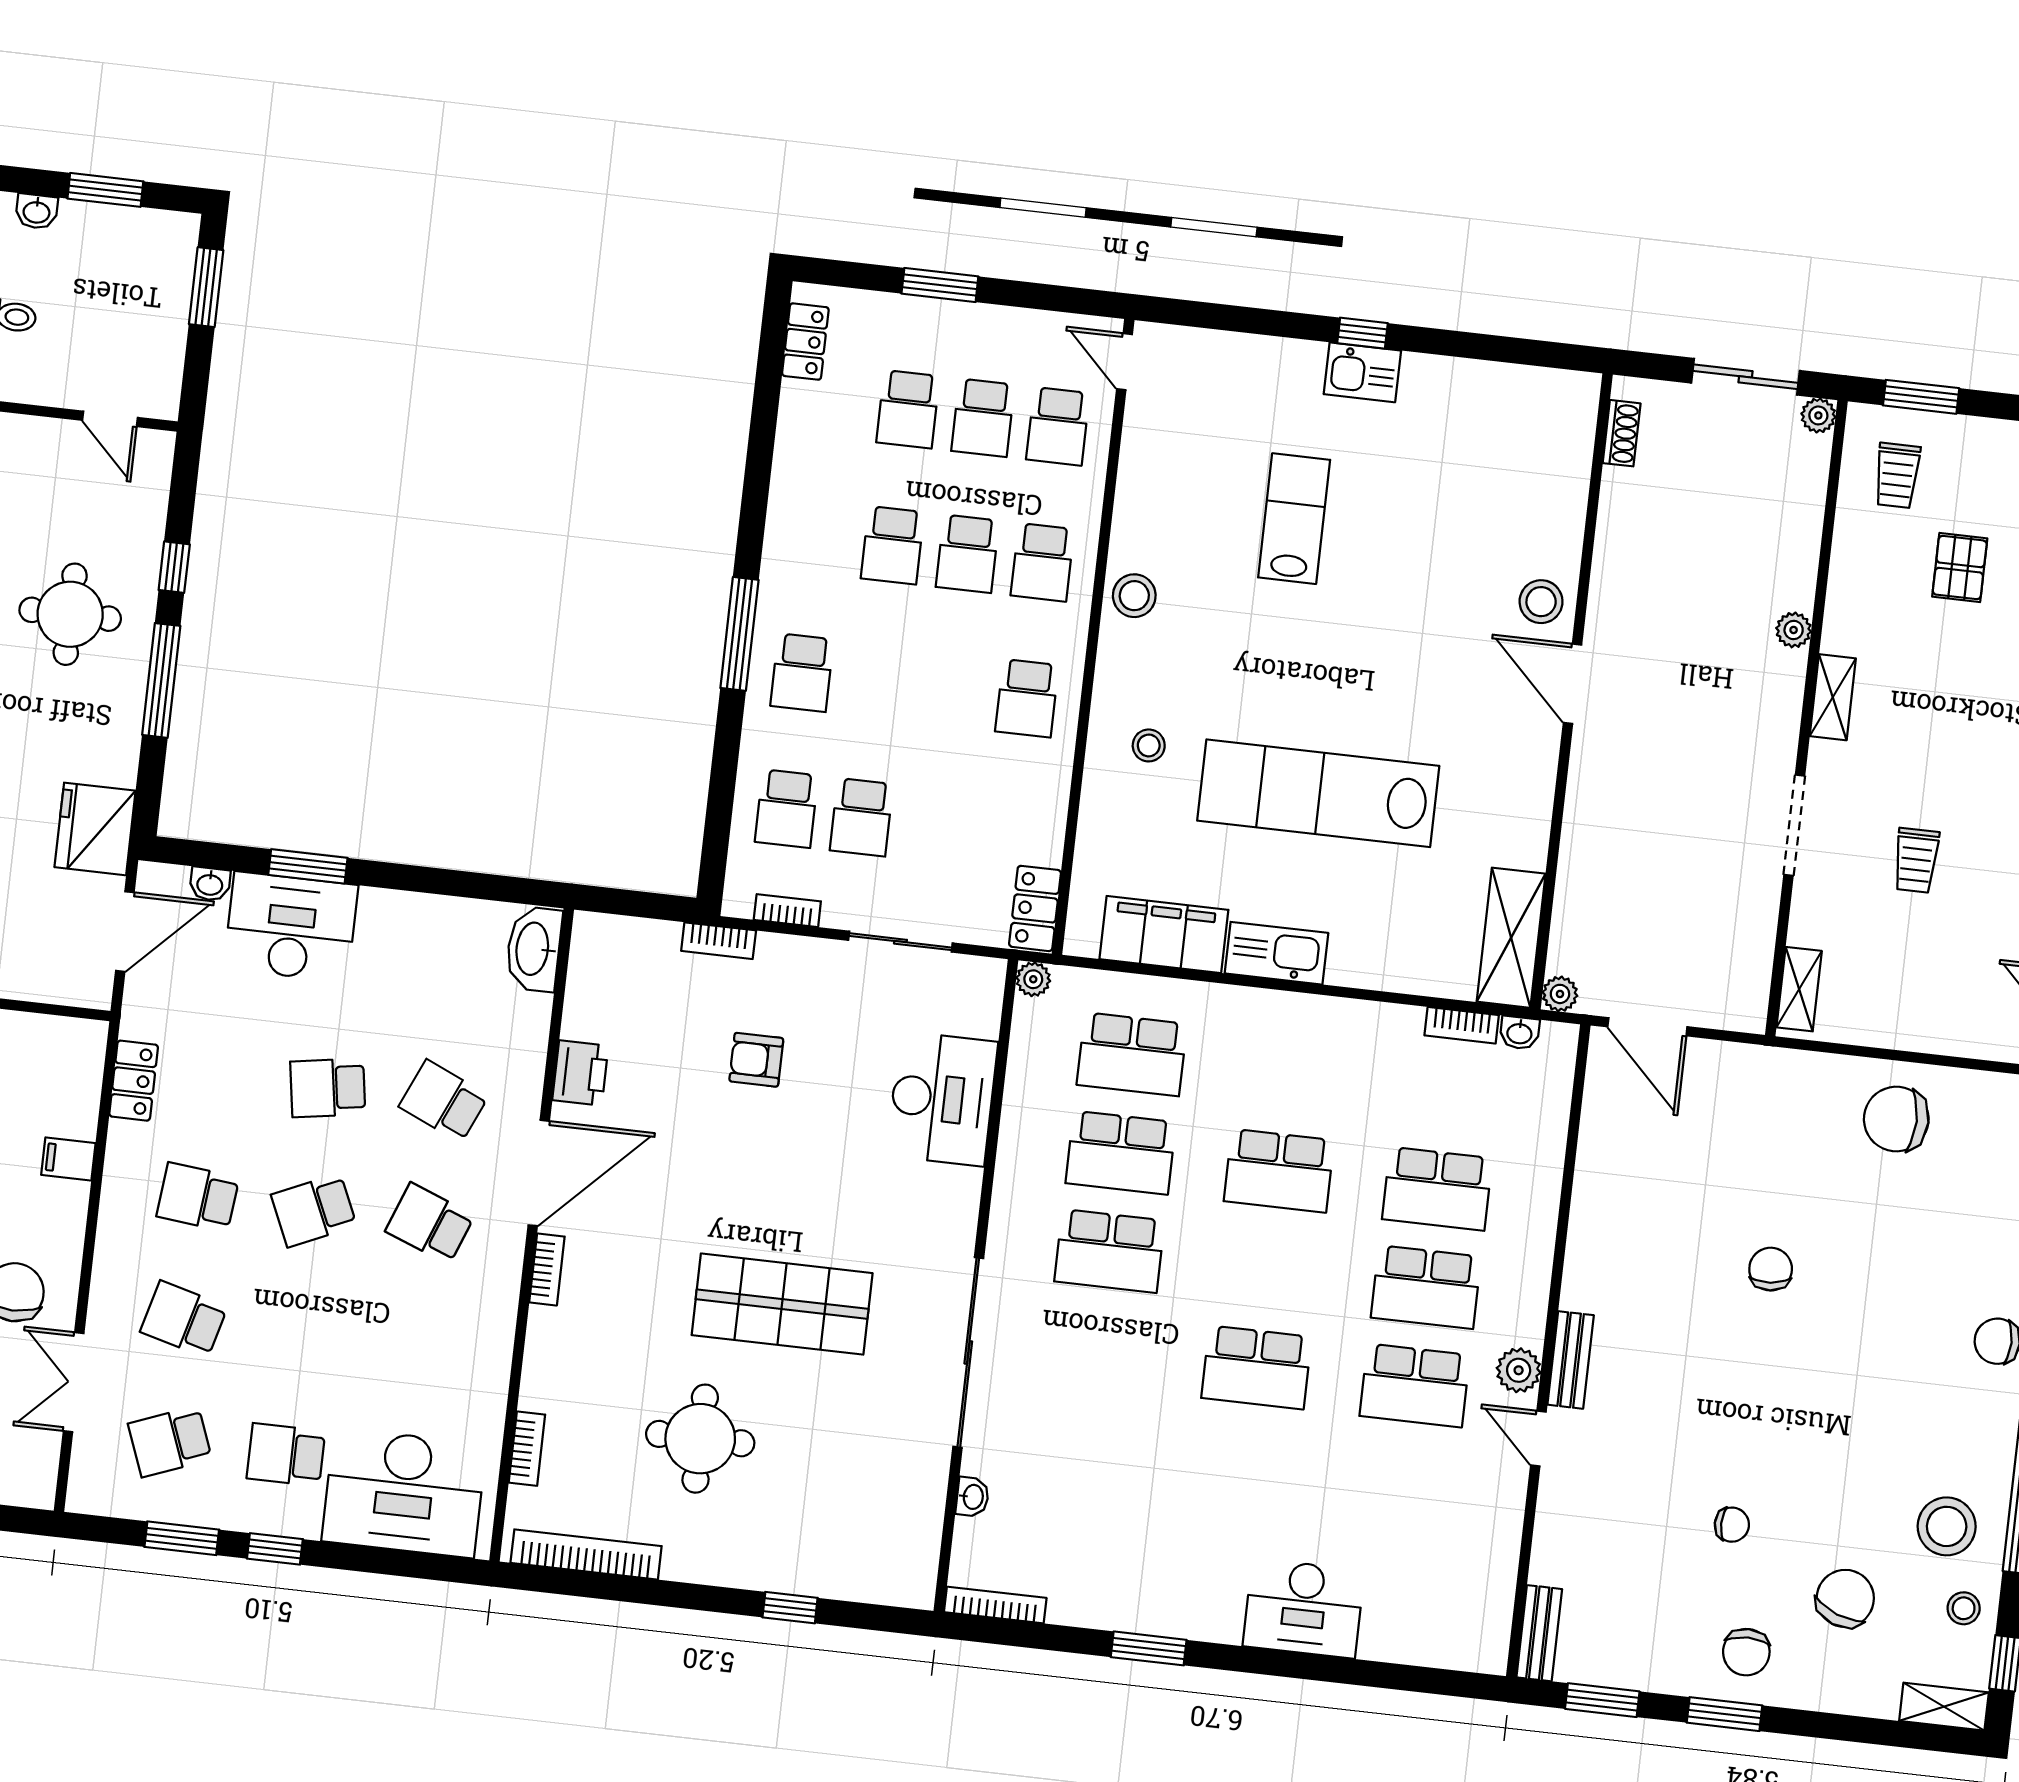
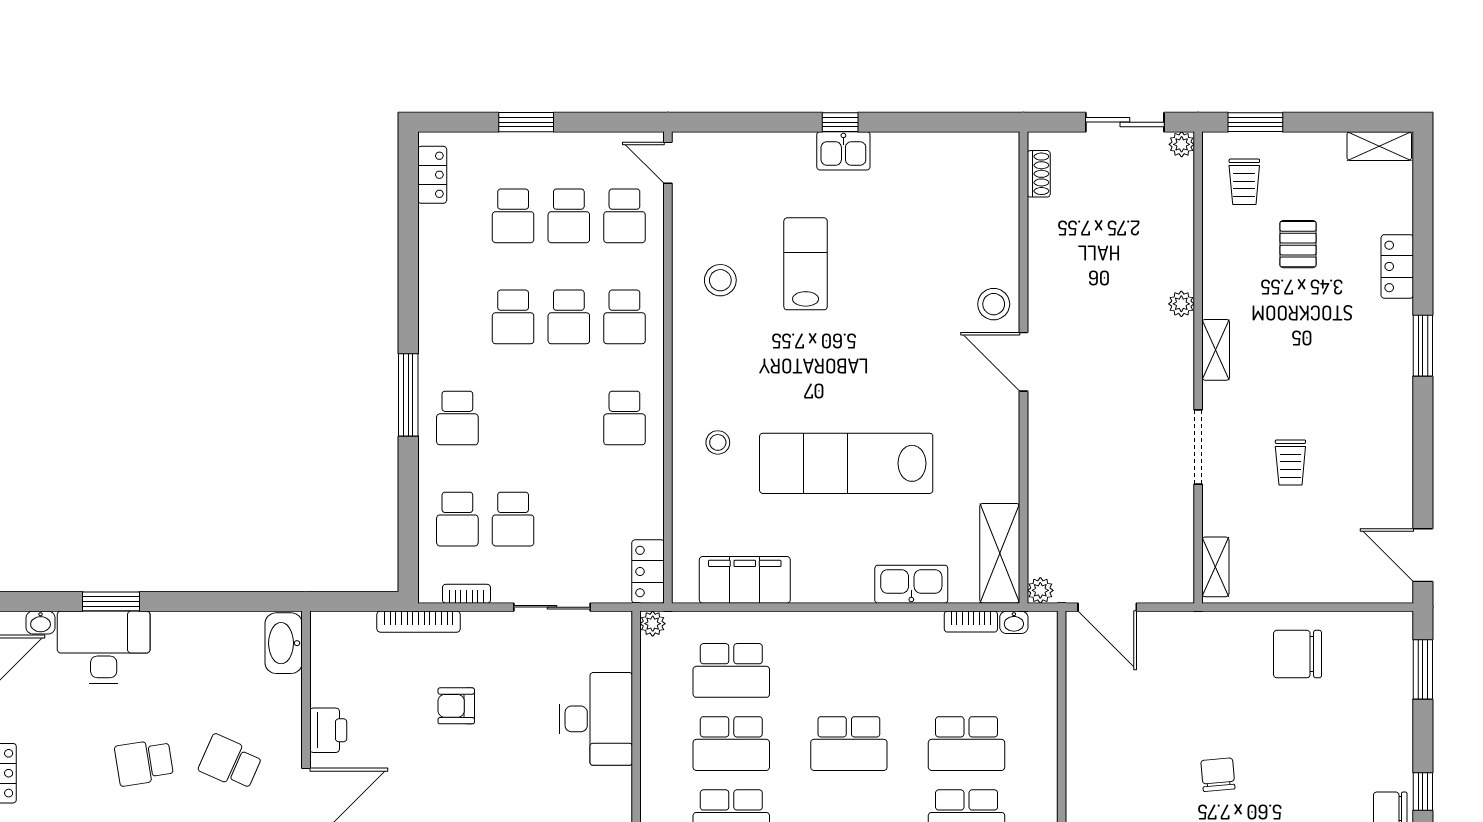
stool: (1134, 596) -> (720, 280), moved
bookcase: (719, 941) -> (419, 622), width x1.56
kitchen sink: (1277, 953) -> (911, 584), moved

